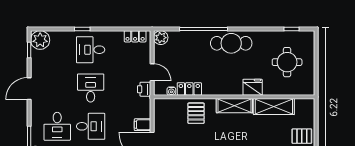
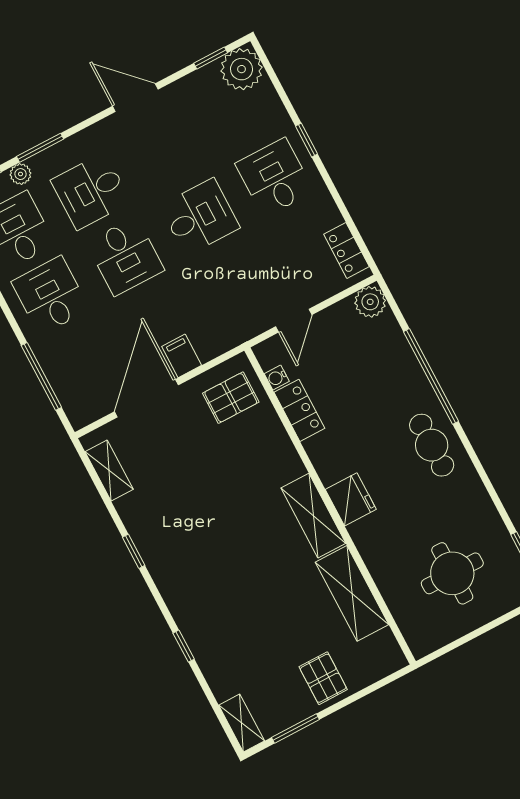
cafe table: (231, 43) -> (432, 445), width x0.73, depth x0.74
fridge: (253, 87) -> (351, 499), moved
printer: (144, 89) -> (252, 322), removed
pallet: (196, 113) -> (231, 398), moved

